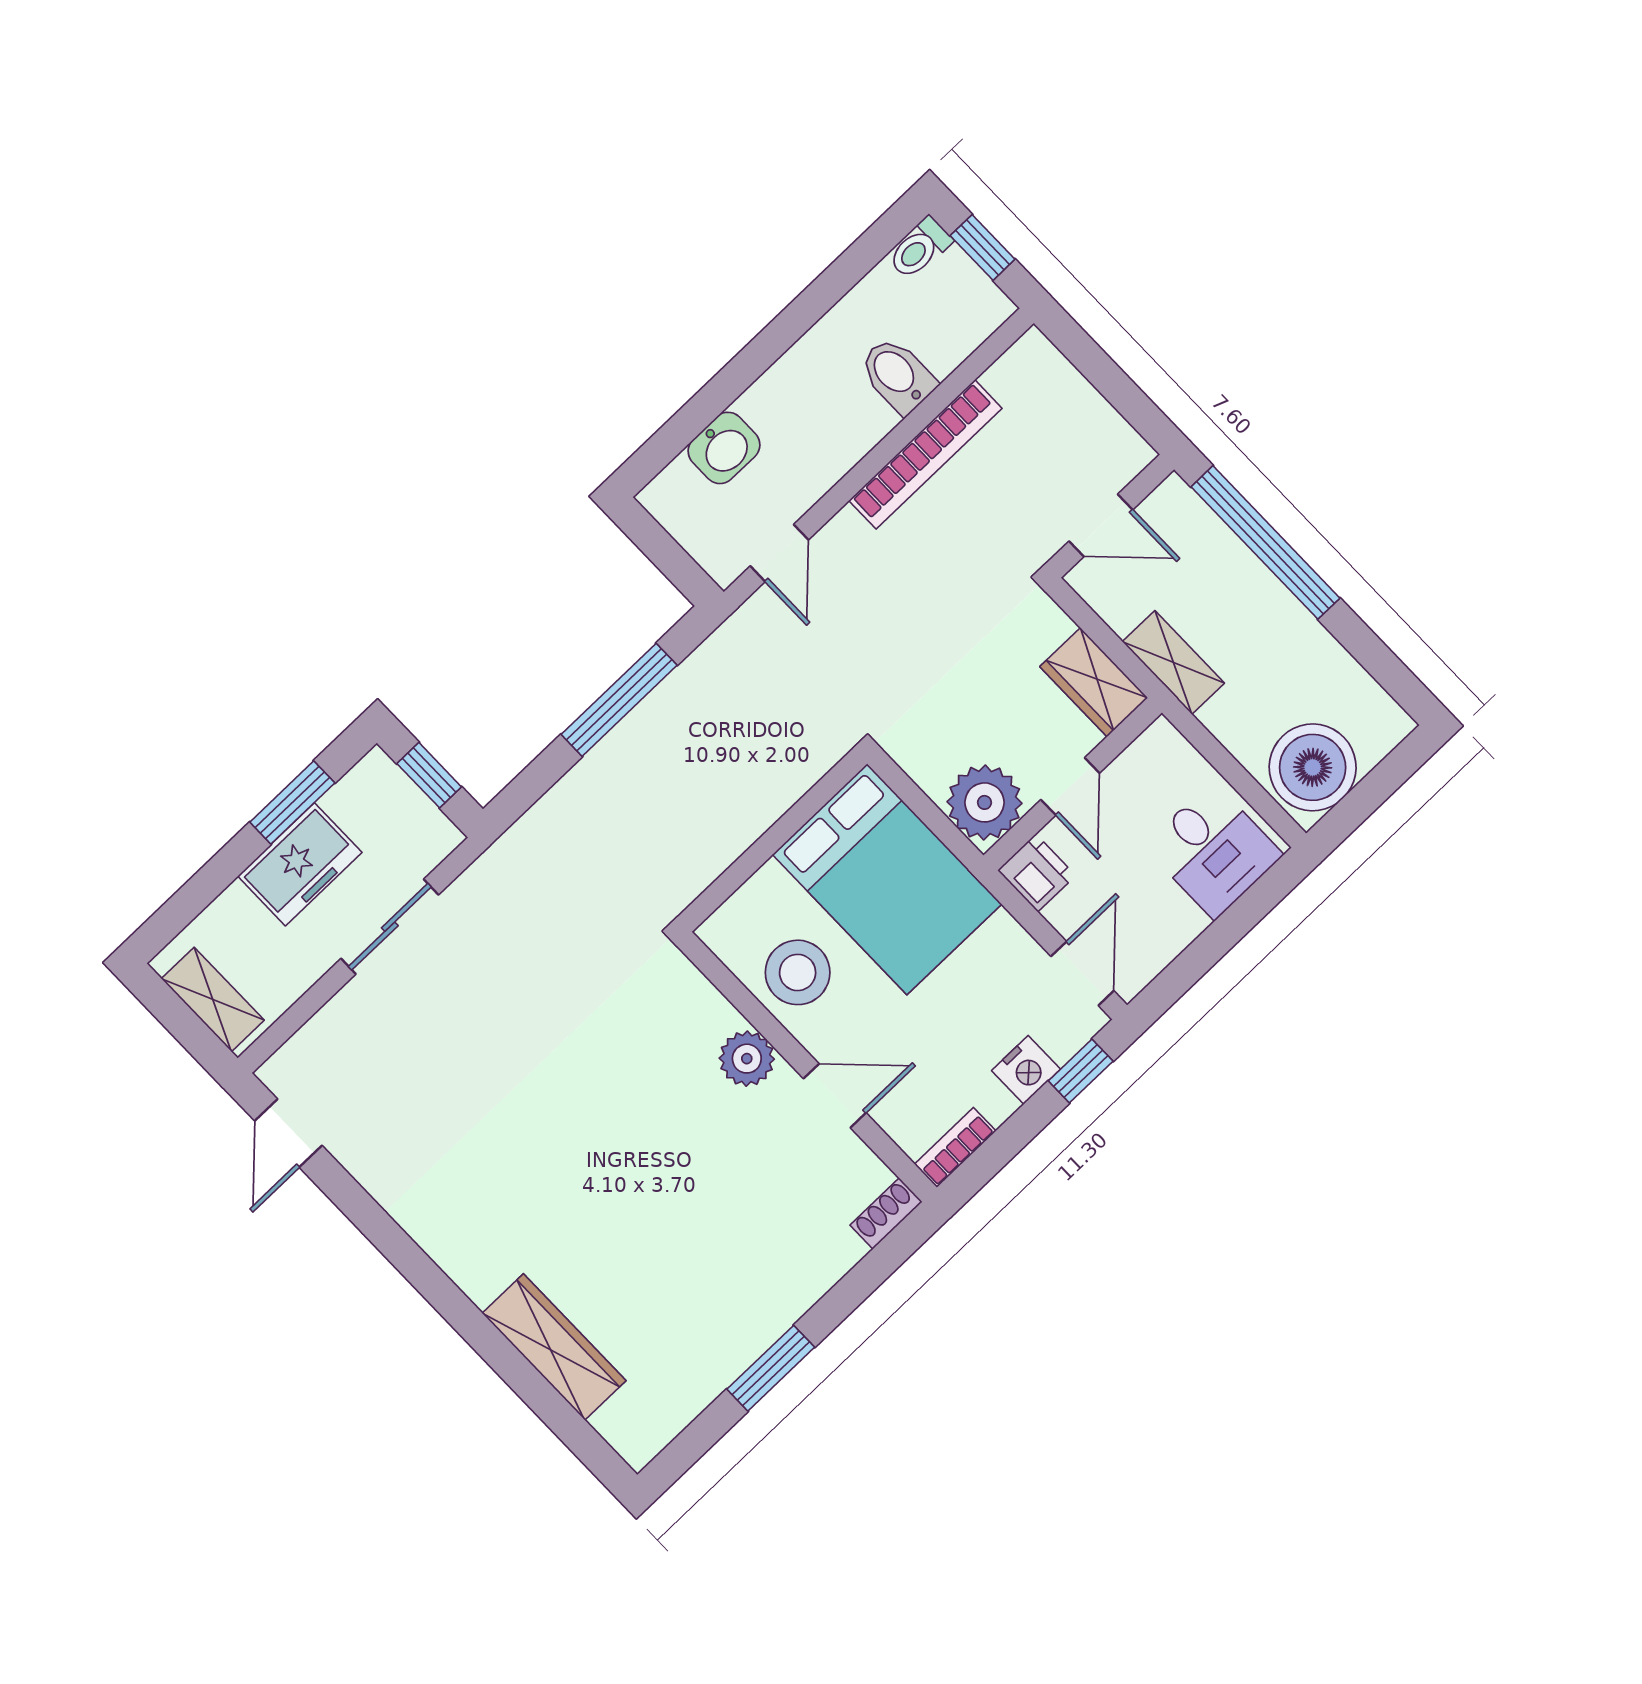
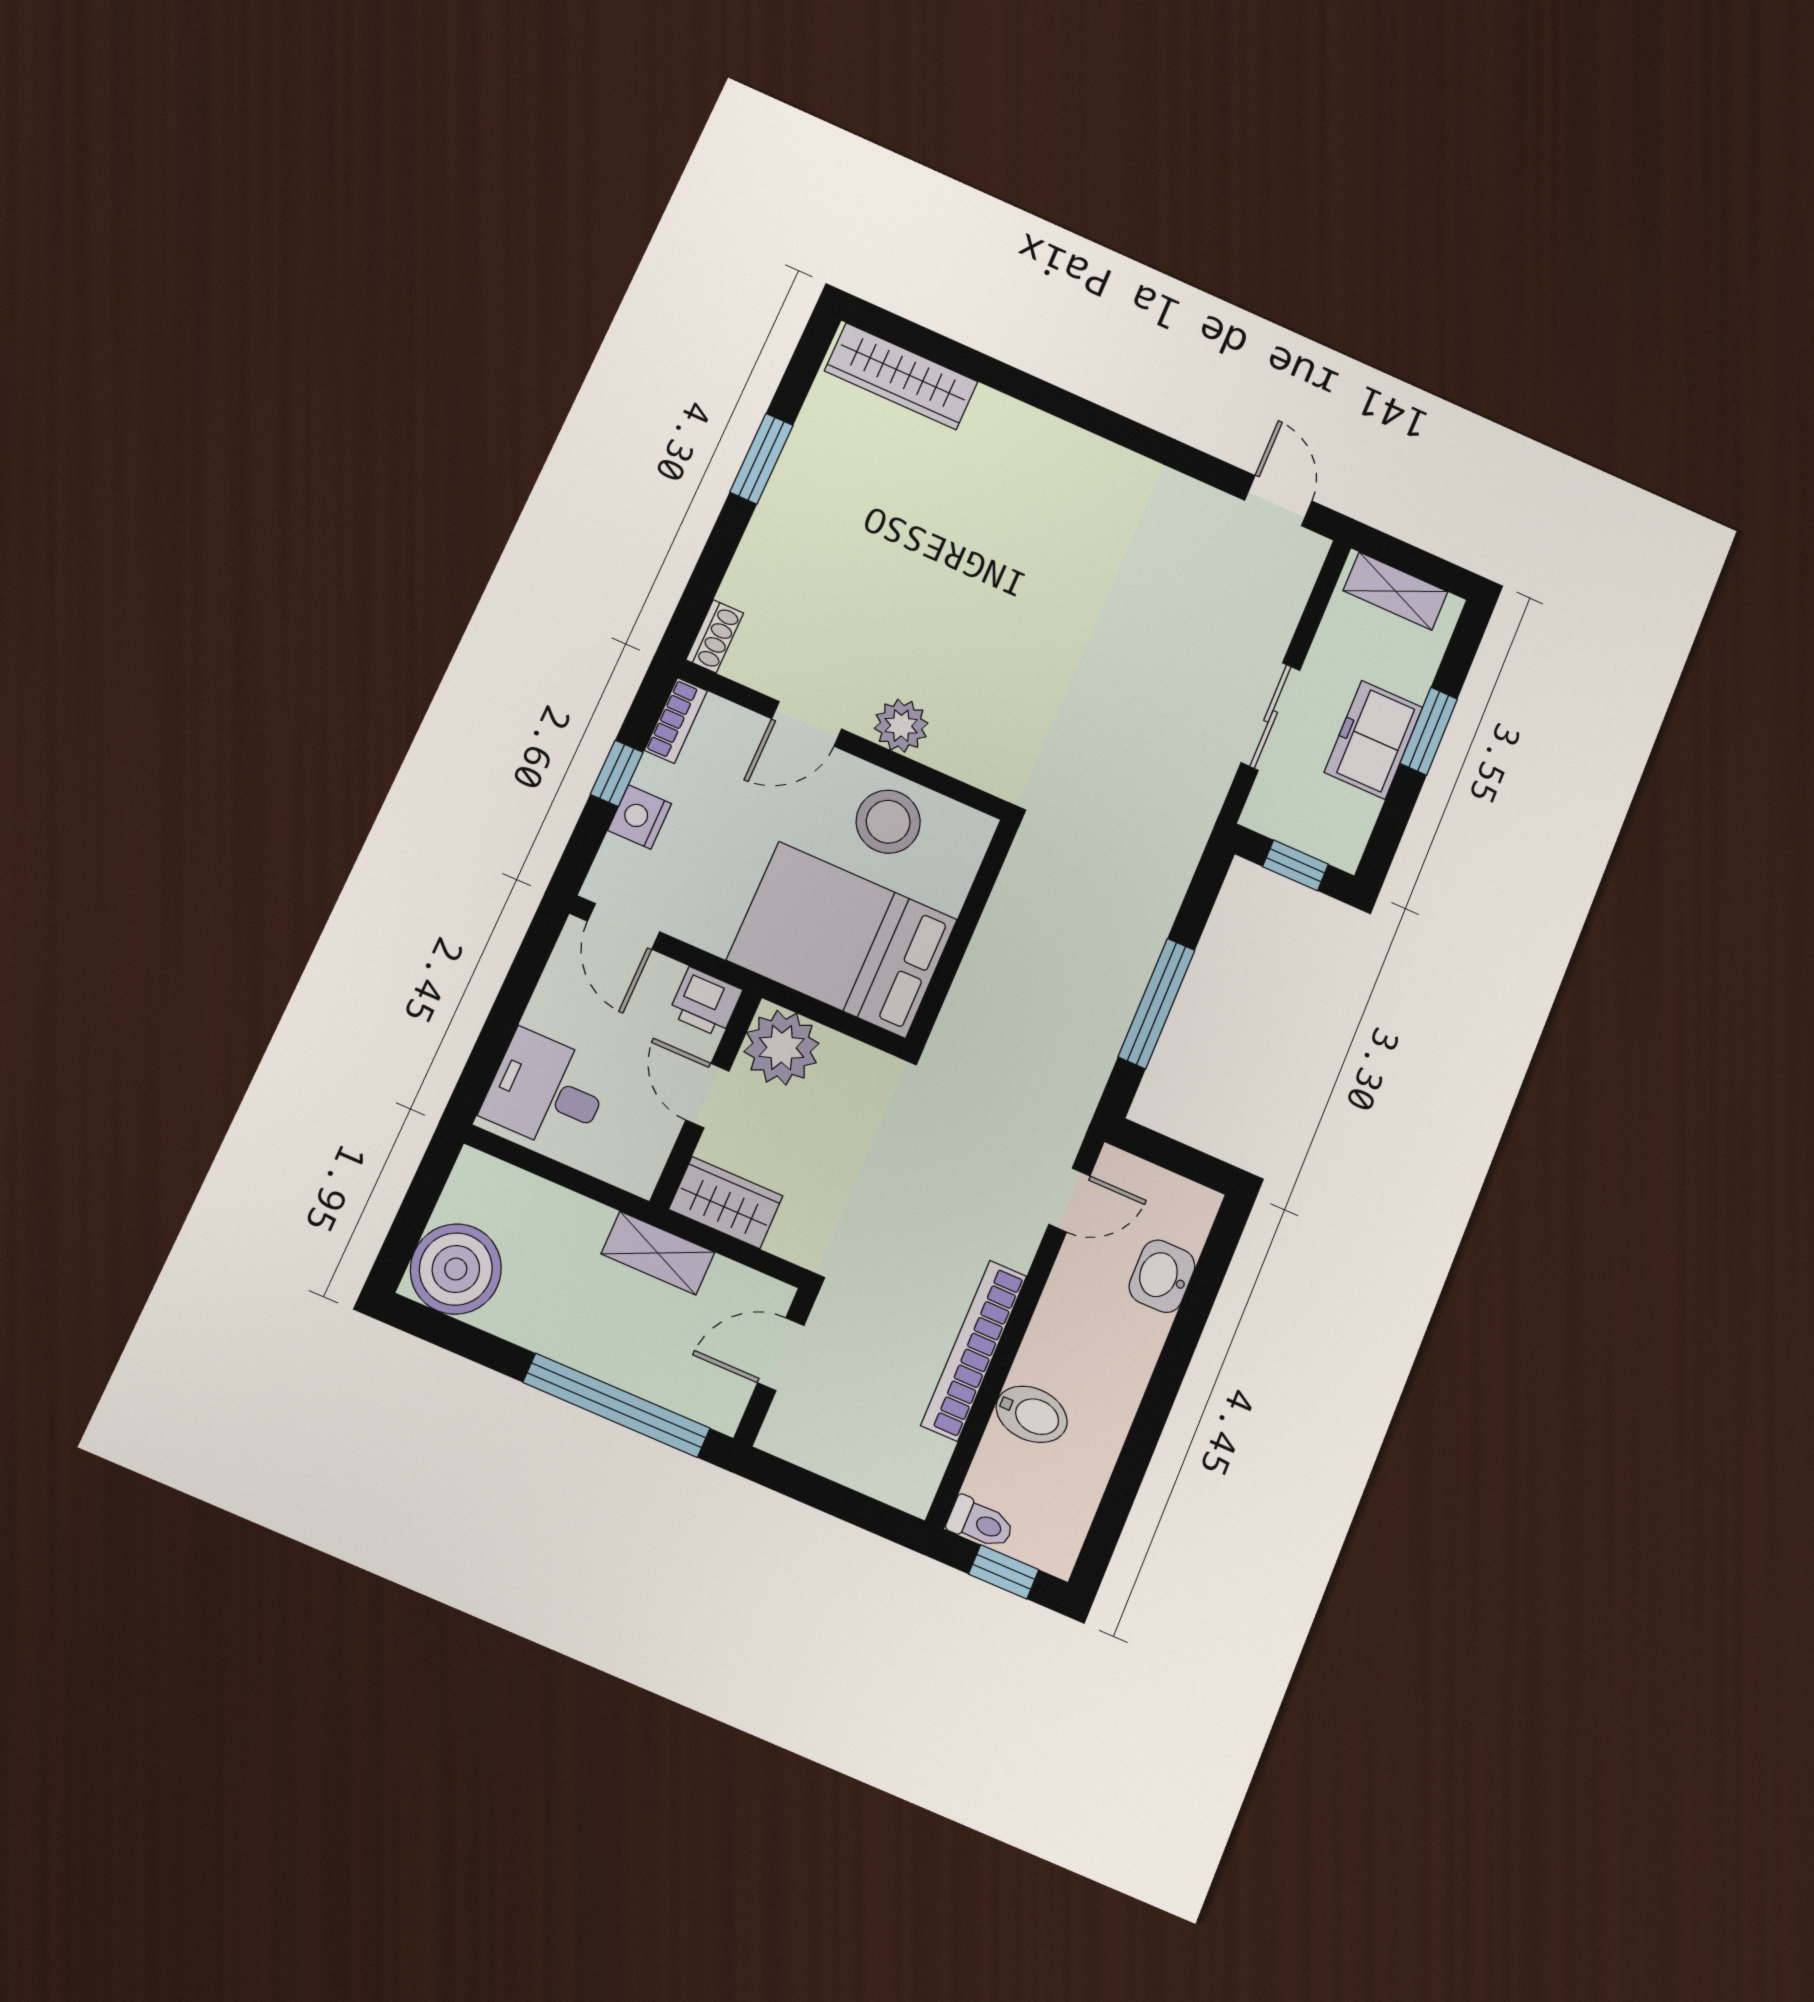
toilet: (920, 248) -> (981, 1523), moved, turned 90
door: (779, 553) -> (1069, 1200), swing flipped
boiler: (1313, 767) -> (456, 1269), moved
window: (292, 803) -> (1429, 731), moved
window: (1081, 1071) -> (617, 773), moved
wardrobe: (554, 1347) -> (901, 376), moved

